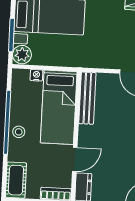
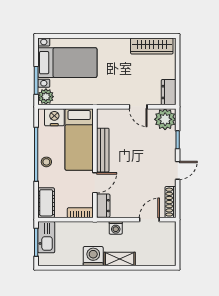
nightstand: (36, 75) -> (54, 117), width x1.89, depth x1.79
bench: (87, 98) -> (103, 150), moved

